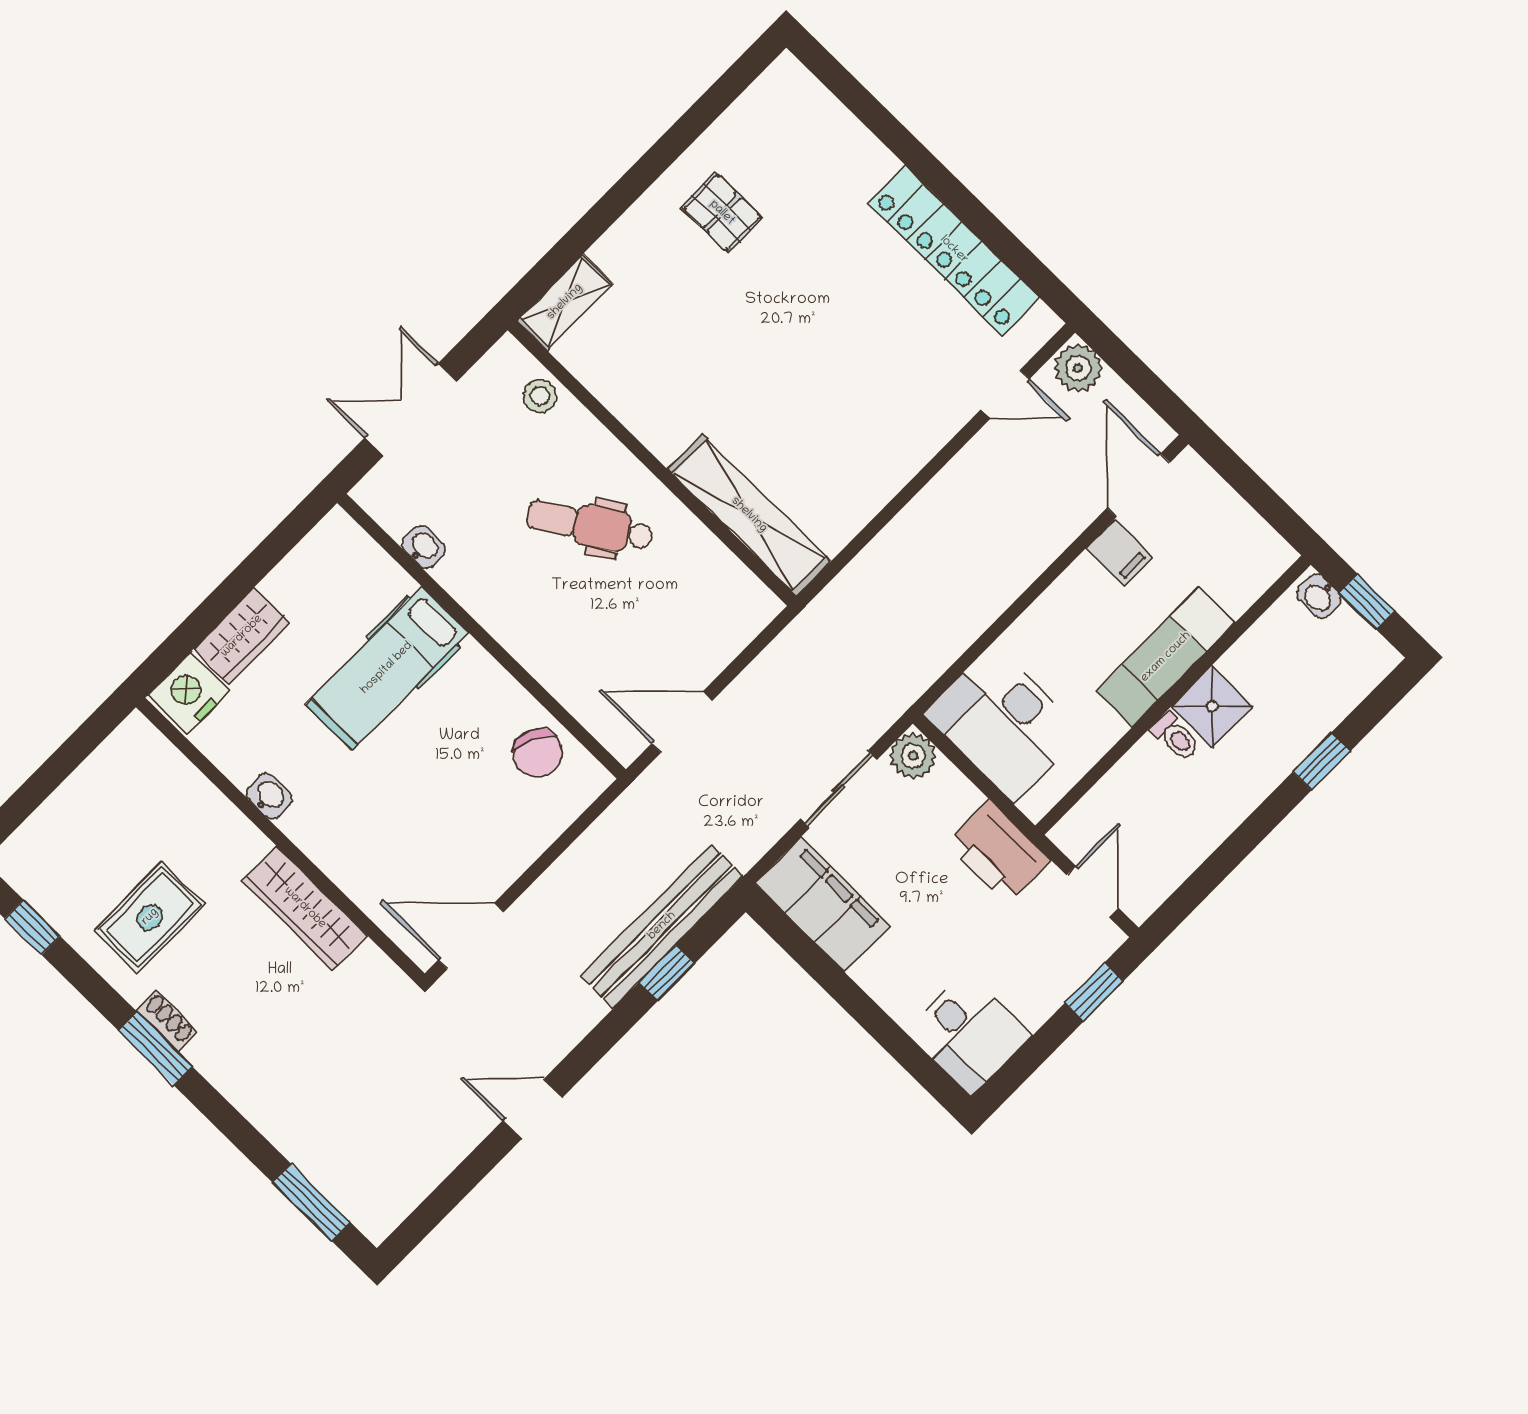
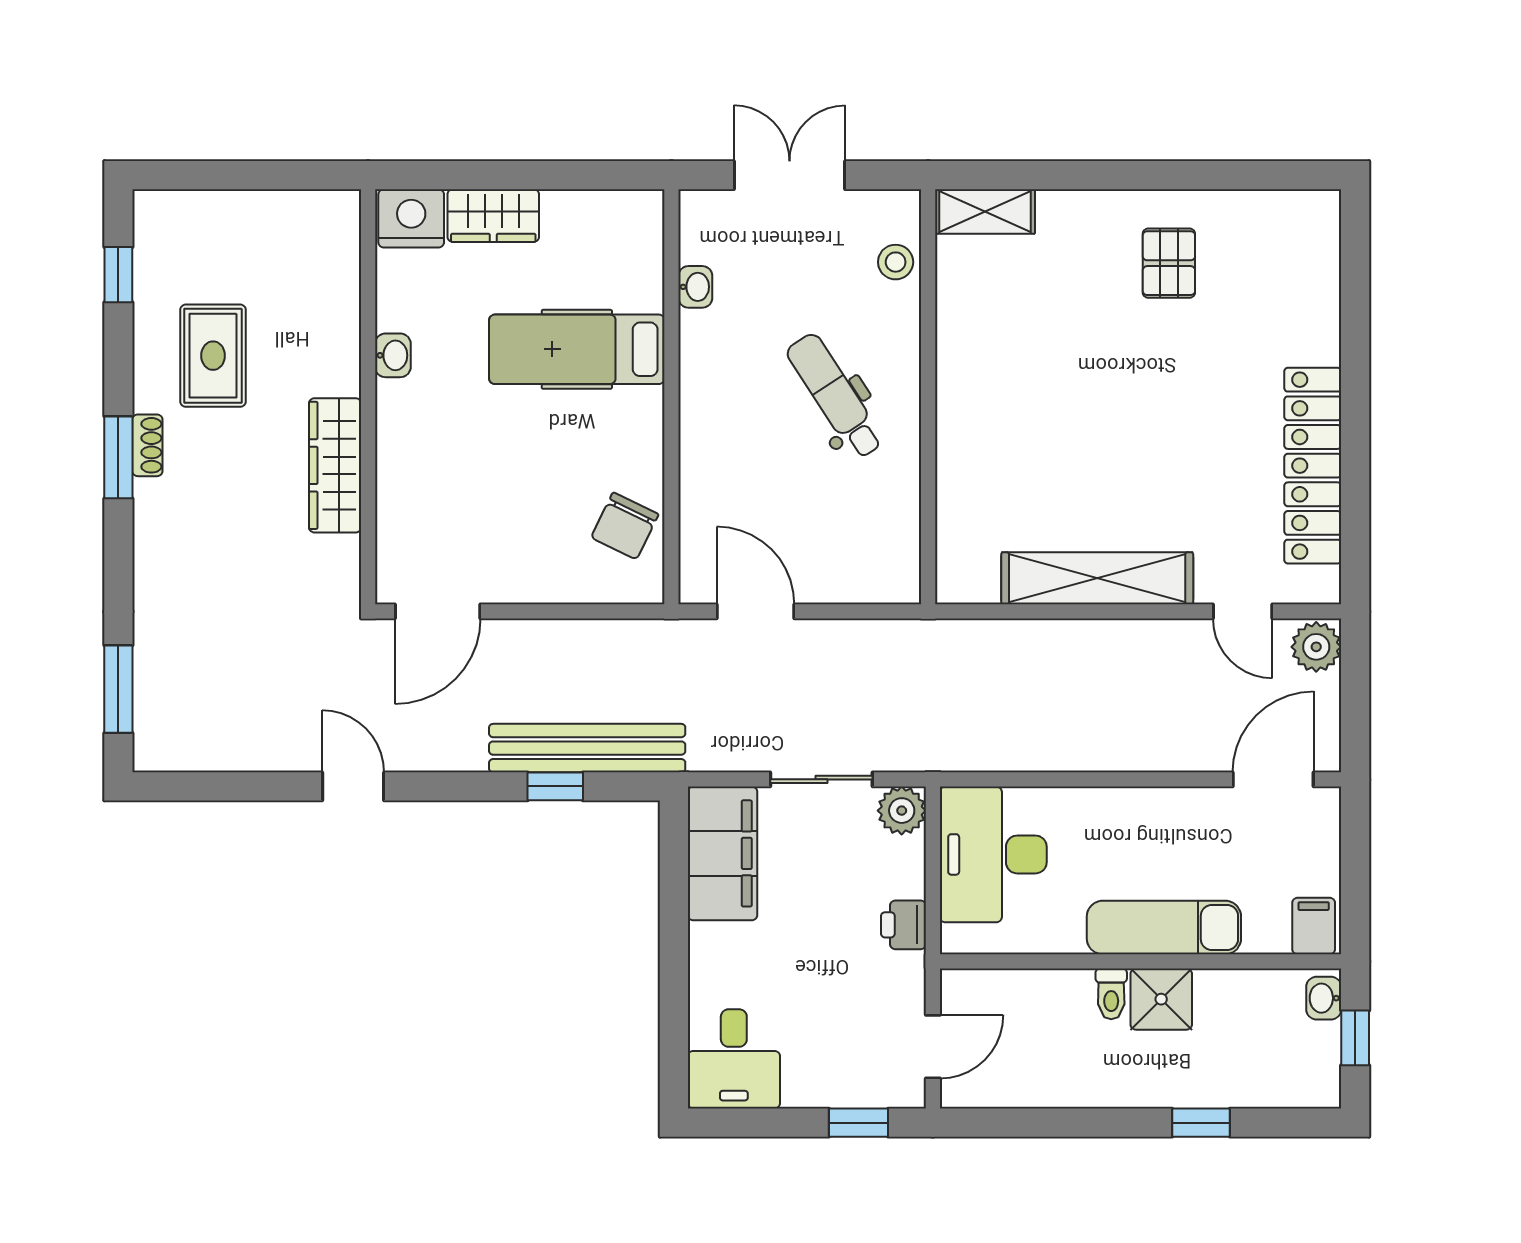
shelving: (749, 515) -> (1097, 578), moved, turned 90
filing cabinet: (1119, 552) -> (1314, 926), moved, turned 180
printer: (998, 852) -> (903, 925), width x0.53, depth x0.68
rug: (150, 917) -> (213, 356), turned 90
door: (471, 936) -> (438, 611), swing flipped

